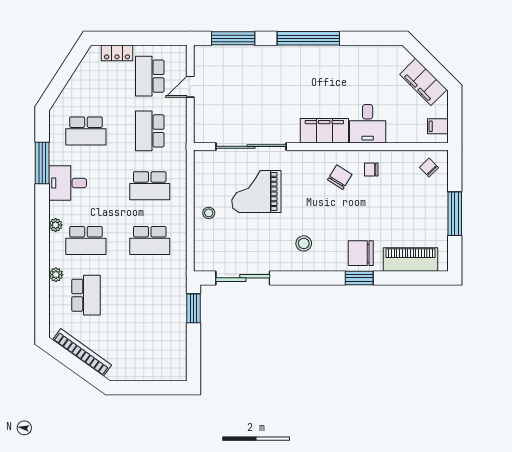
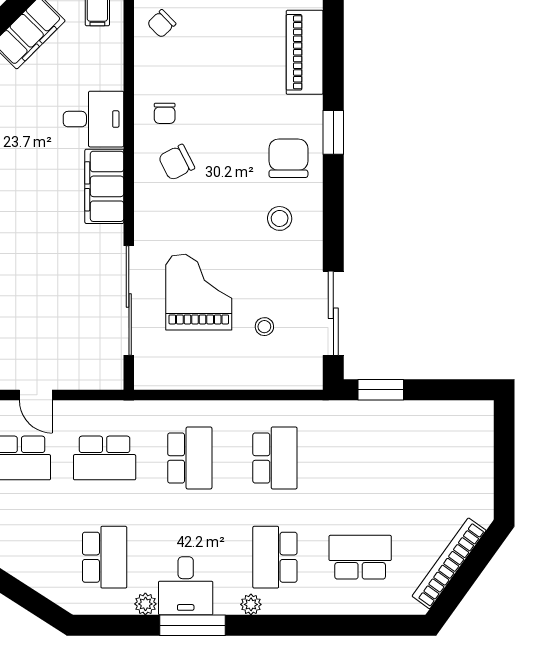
window: (42, 163) -> (193, 625), moved
chair: (340, 177) -> (176, 162), turned -59
grand piano: (256, 191) -> (199, 292), turned 180
stool: (209, 213) -> (264, 327), moved
school desk: (86, 240) -> (275, 557), turned 180
chair: (361, 253) -> (288, 158), moved, turned 180
plant: (56, 275) -> (145, 604), moved

